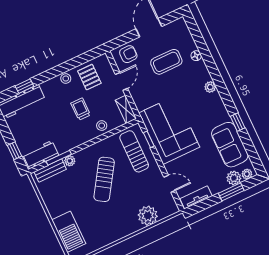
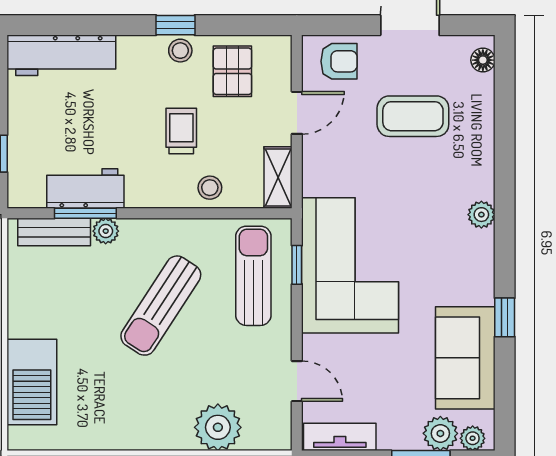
floor lamp: (196, 56) -> (483, 60), moved
window: (24, 86) -> (175, 25), moved
workbench: (41, 155) -> (85, 189), moved

